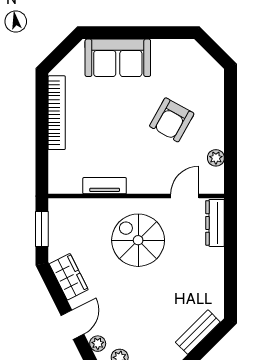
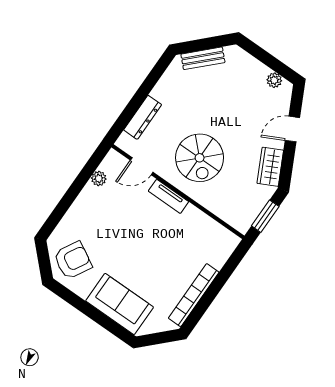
armchair: (172, 120) -> (73, 260), moved
tv unit: (105, 186) -> (168, 196), moved
dresser: (215, 223) -> (143, 117), moved
plant: (98, 344) -> (283, 102), removed

